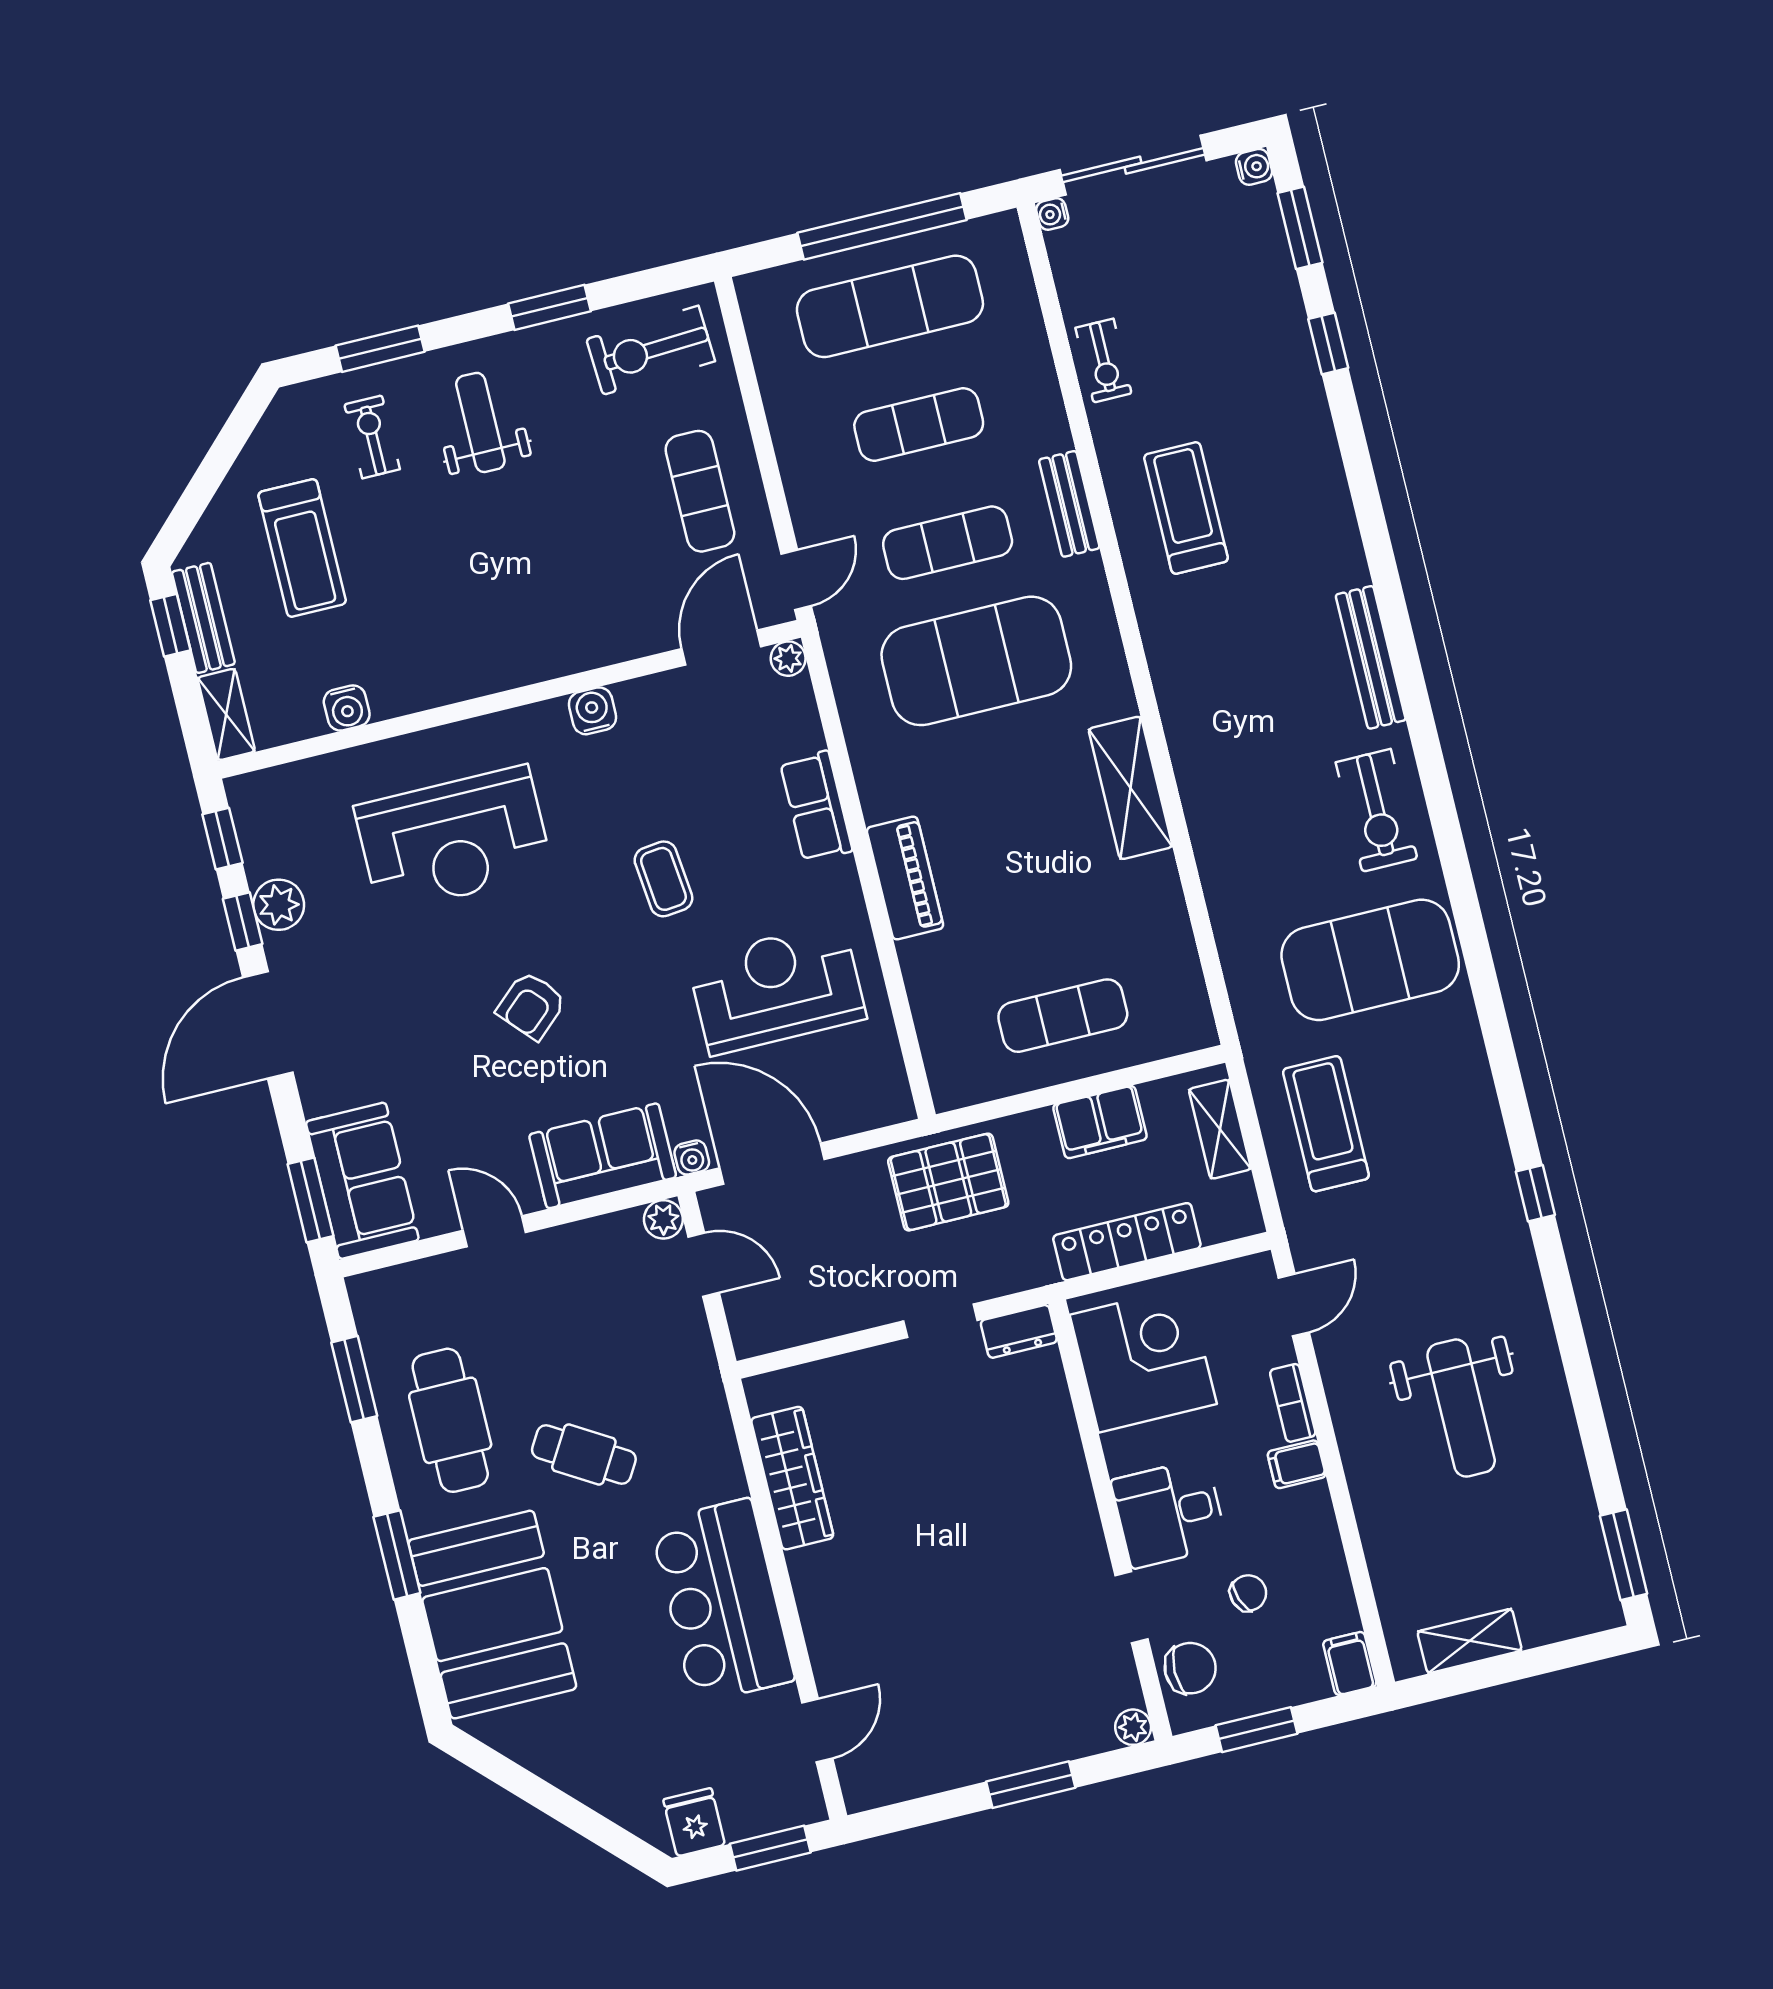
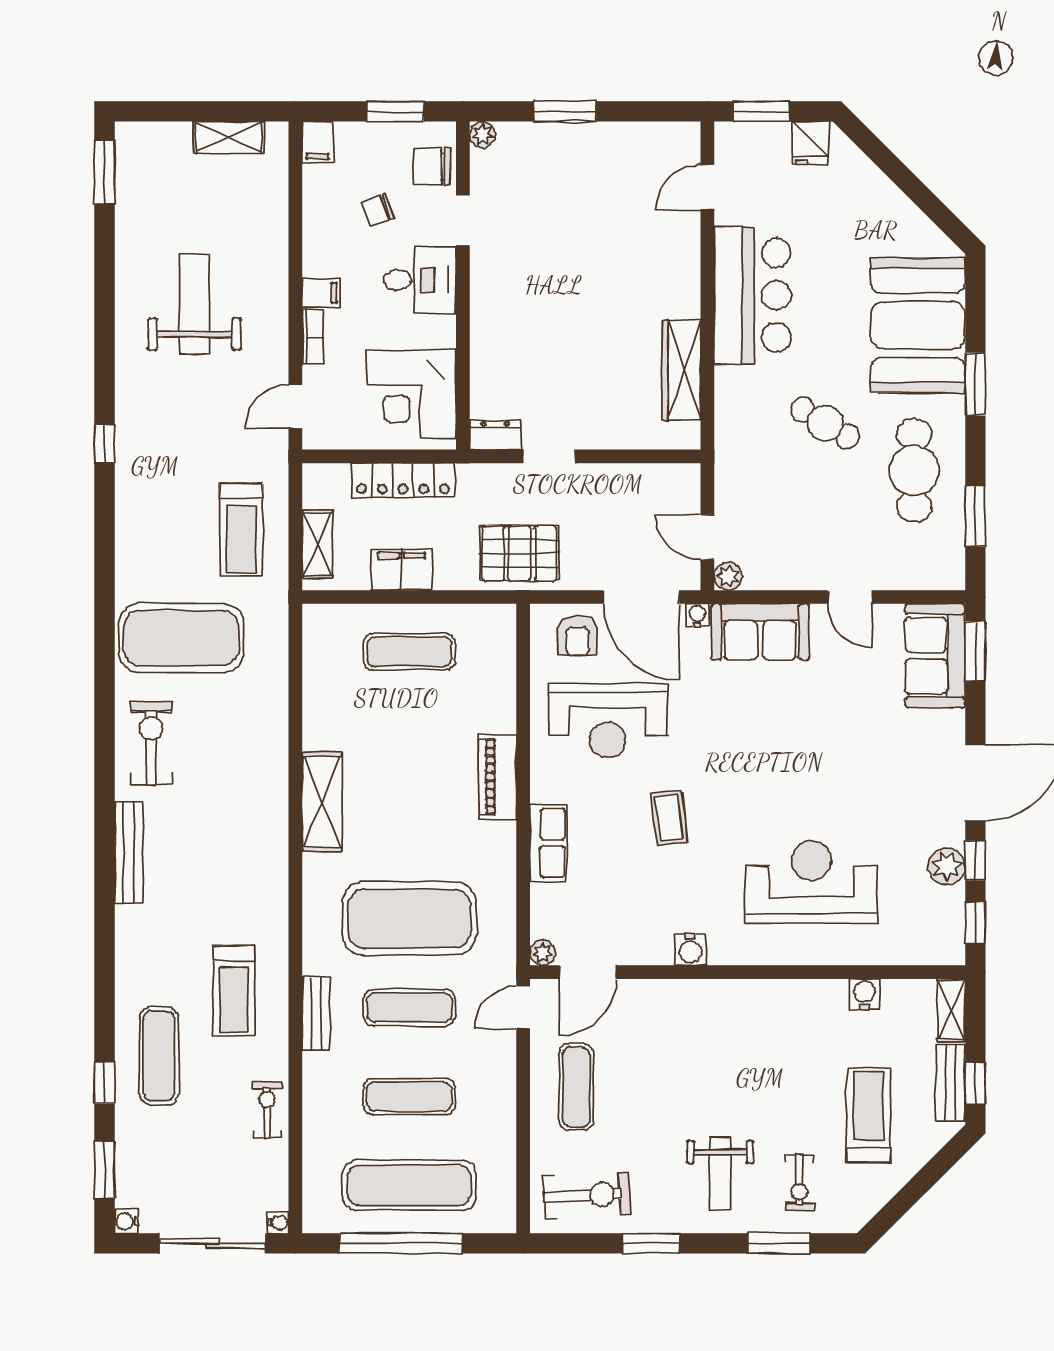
exercise mat: (1265, 397) -> (159, 1056), added
armchair: (531, 1006) -> (577, 636), moved, turned 132

